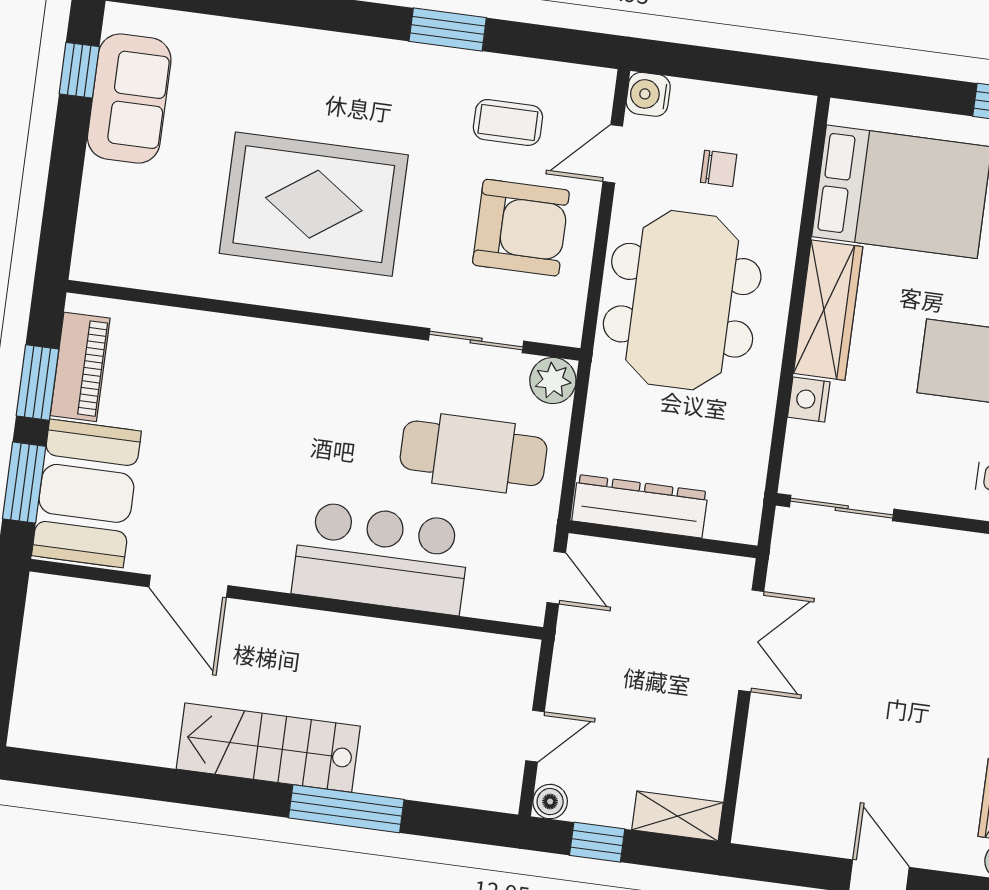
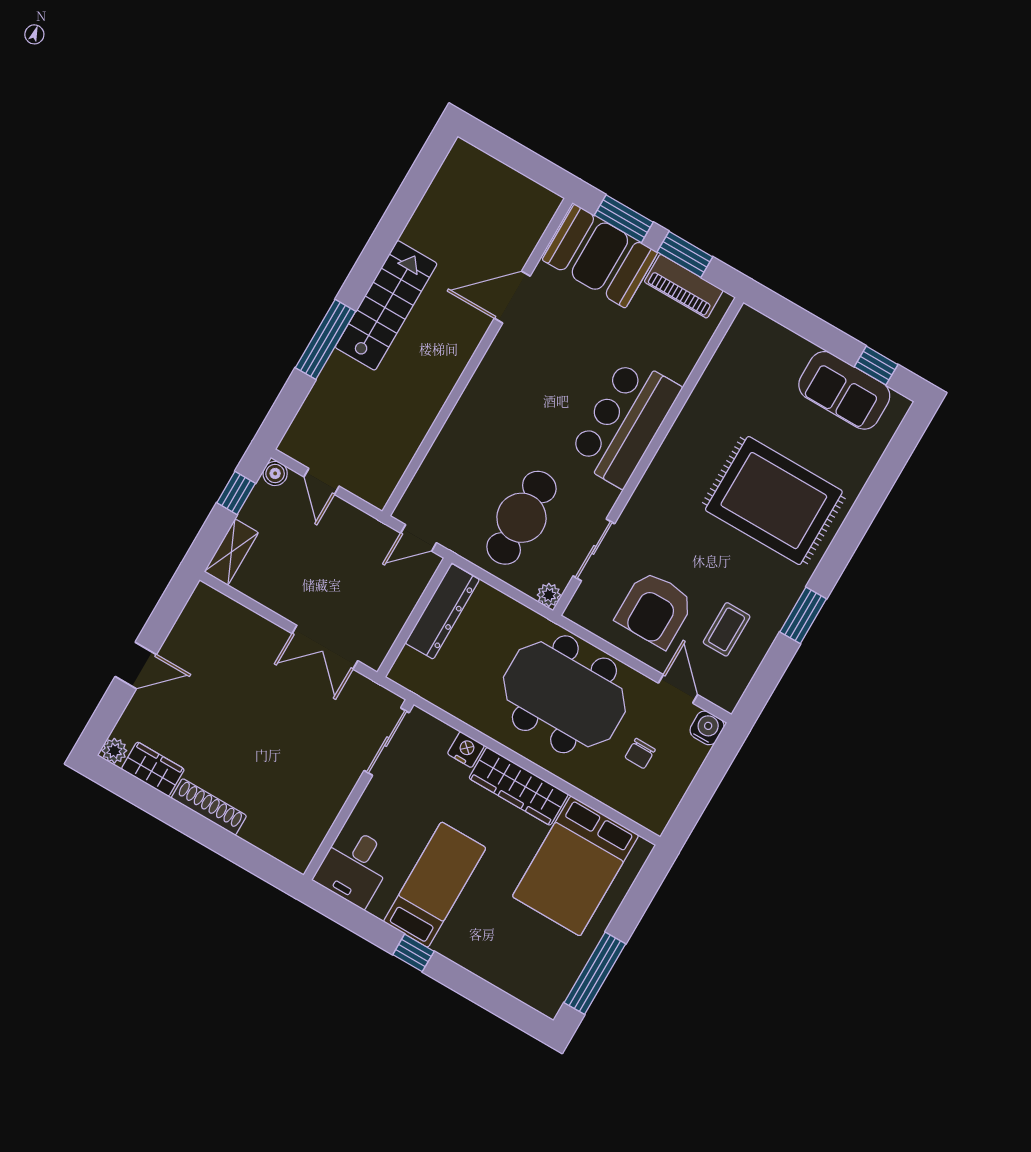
rug: (314, 204) -> (774, 501), moved, turned 90
plant: (553, 381) -> (549, 595), width x0.73, depth x0.73
bar counter: (381, 558) -> (625, 422), moved, turned 180

